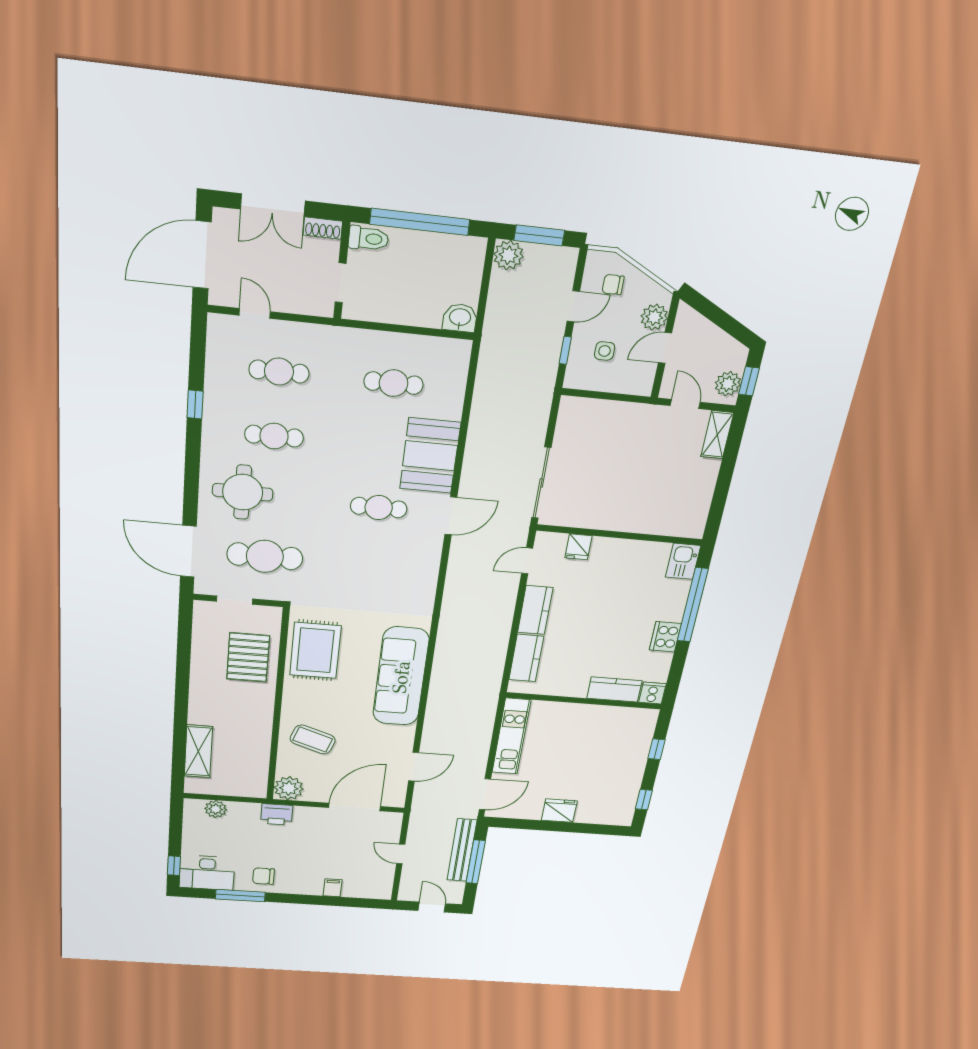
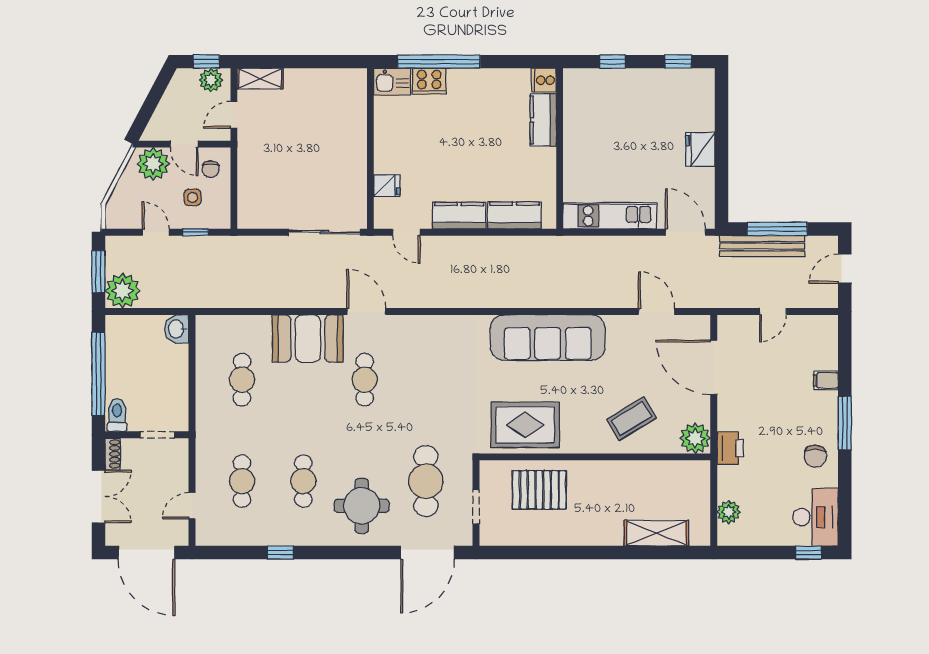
plant: (508, 255) -> (123, 291), width x1.36, depth x1.36
chair: (613, 285) -> (211, 169), moved
plant: (654, 317) -> (153, 164), width x1.36, depth x1.36
cooker: (665, 637) -> (429, 81), moved
coffee table: (313, 739) -> (631, 419), turned 40
window: (240, 896) -> (845, 423), moved

